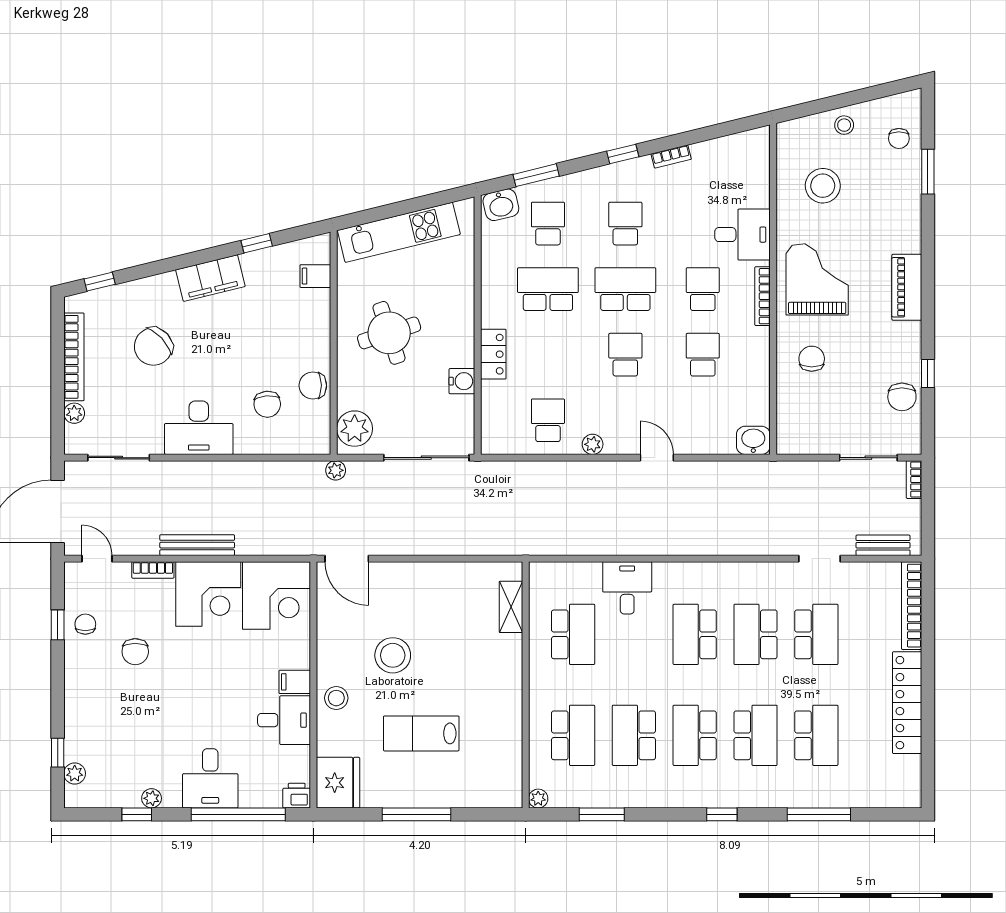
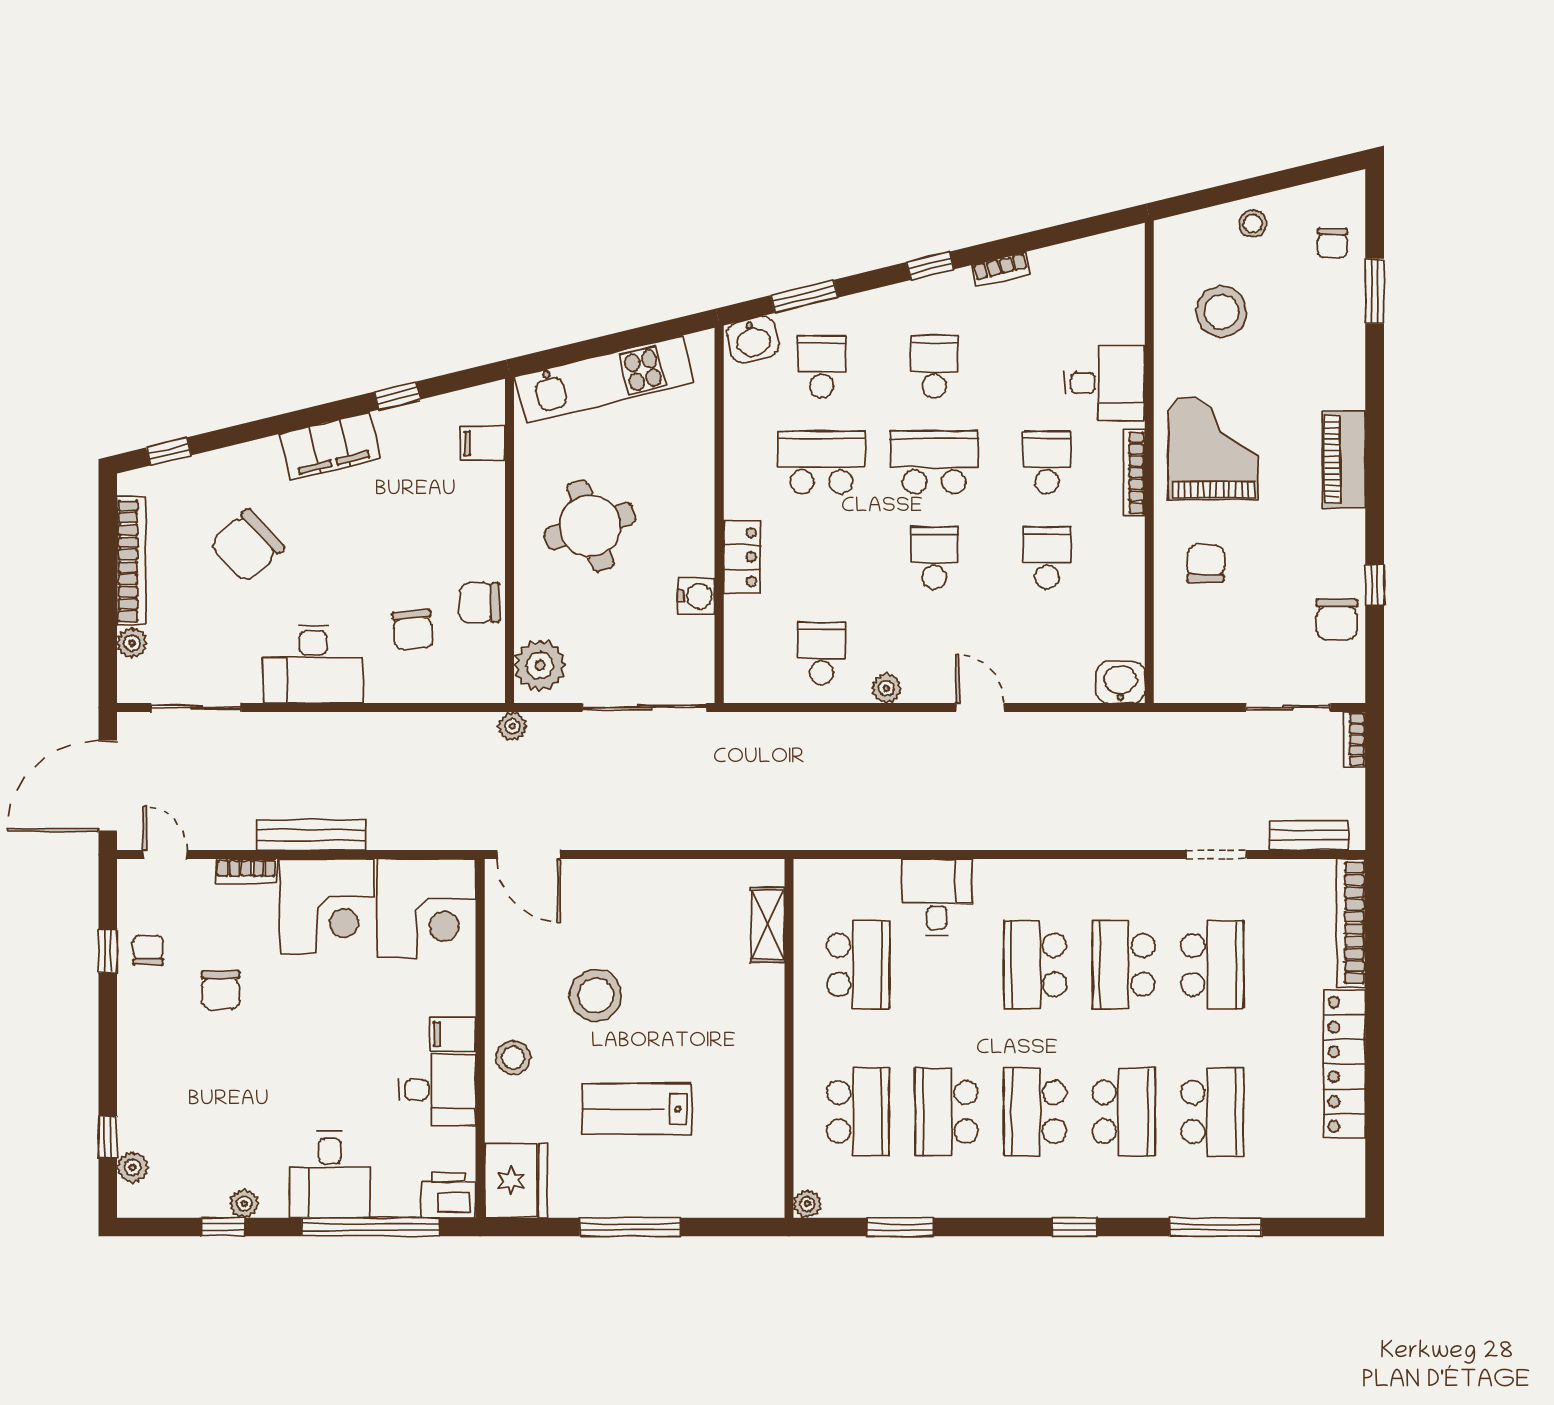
printer: (297, 796) -> (448, 1195), width x1.36, depth x1.24

